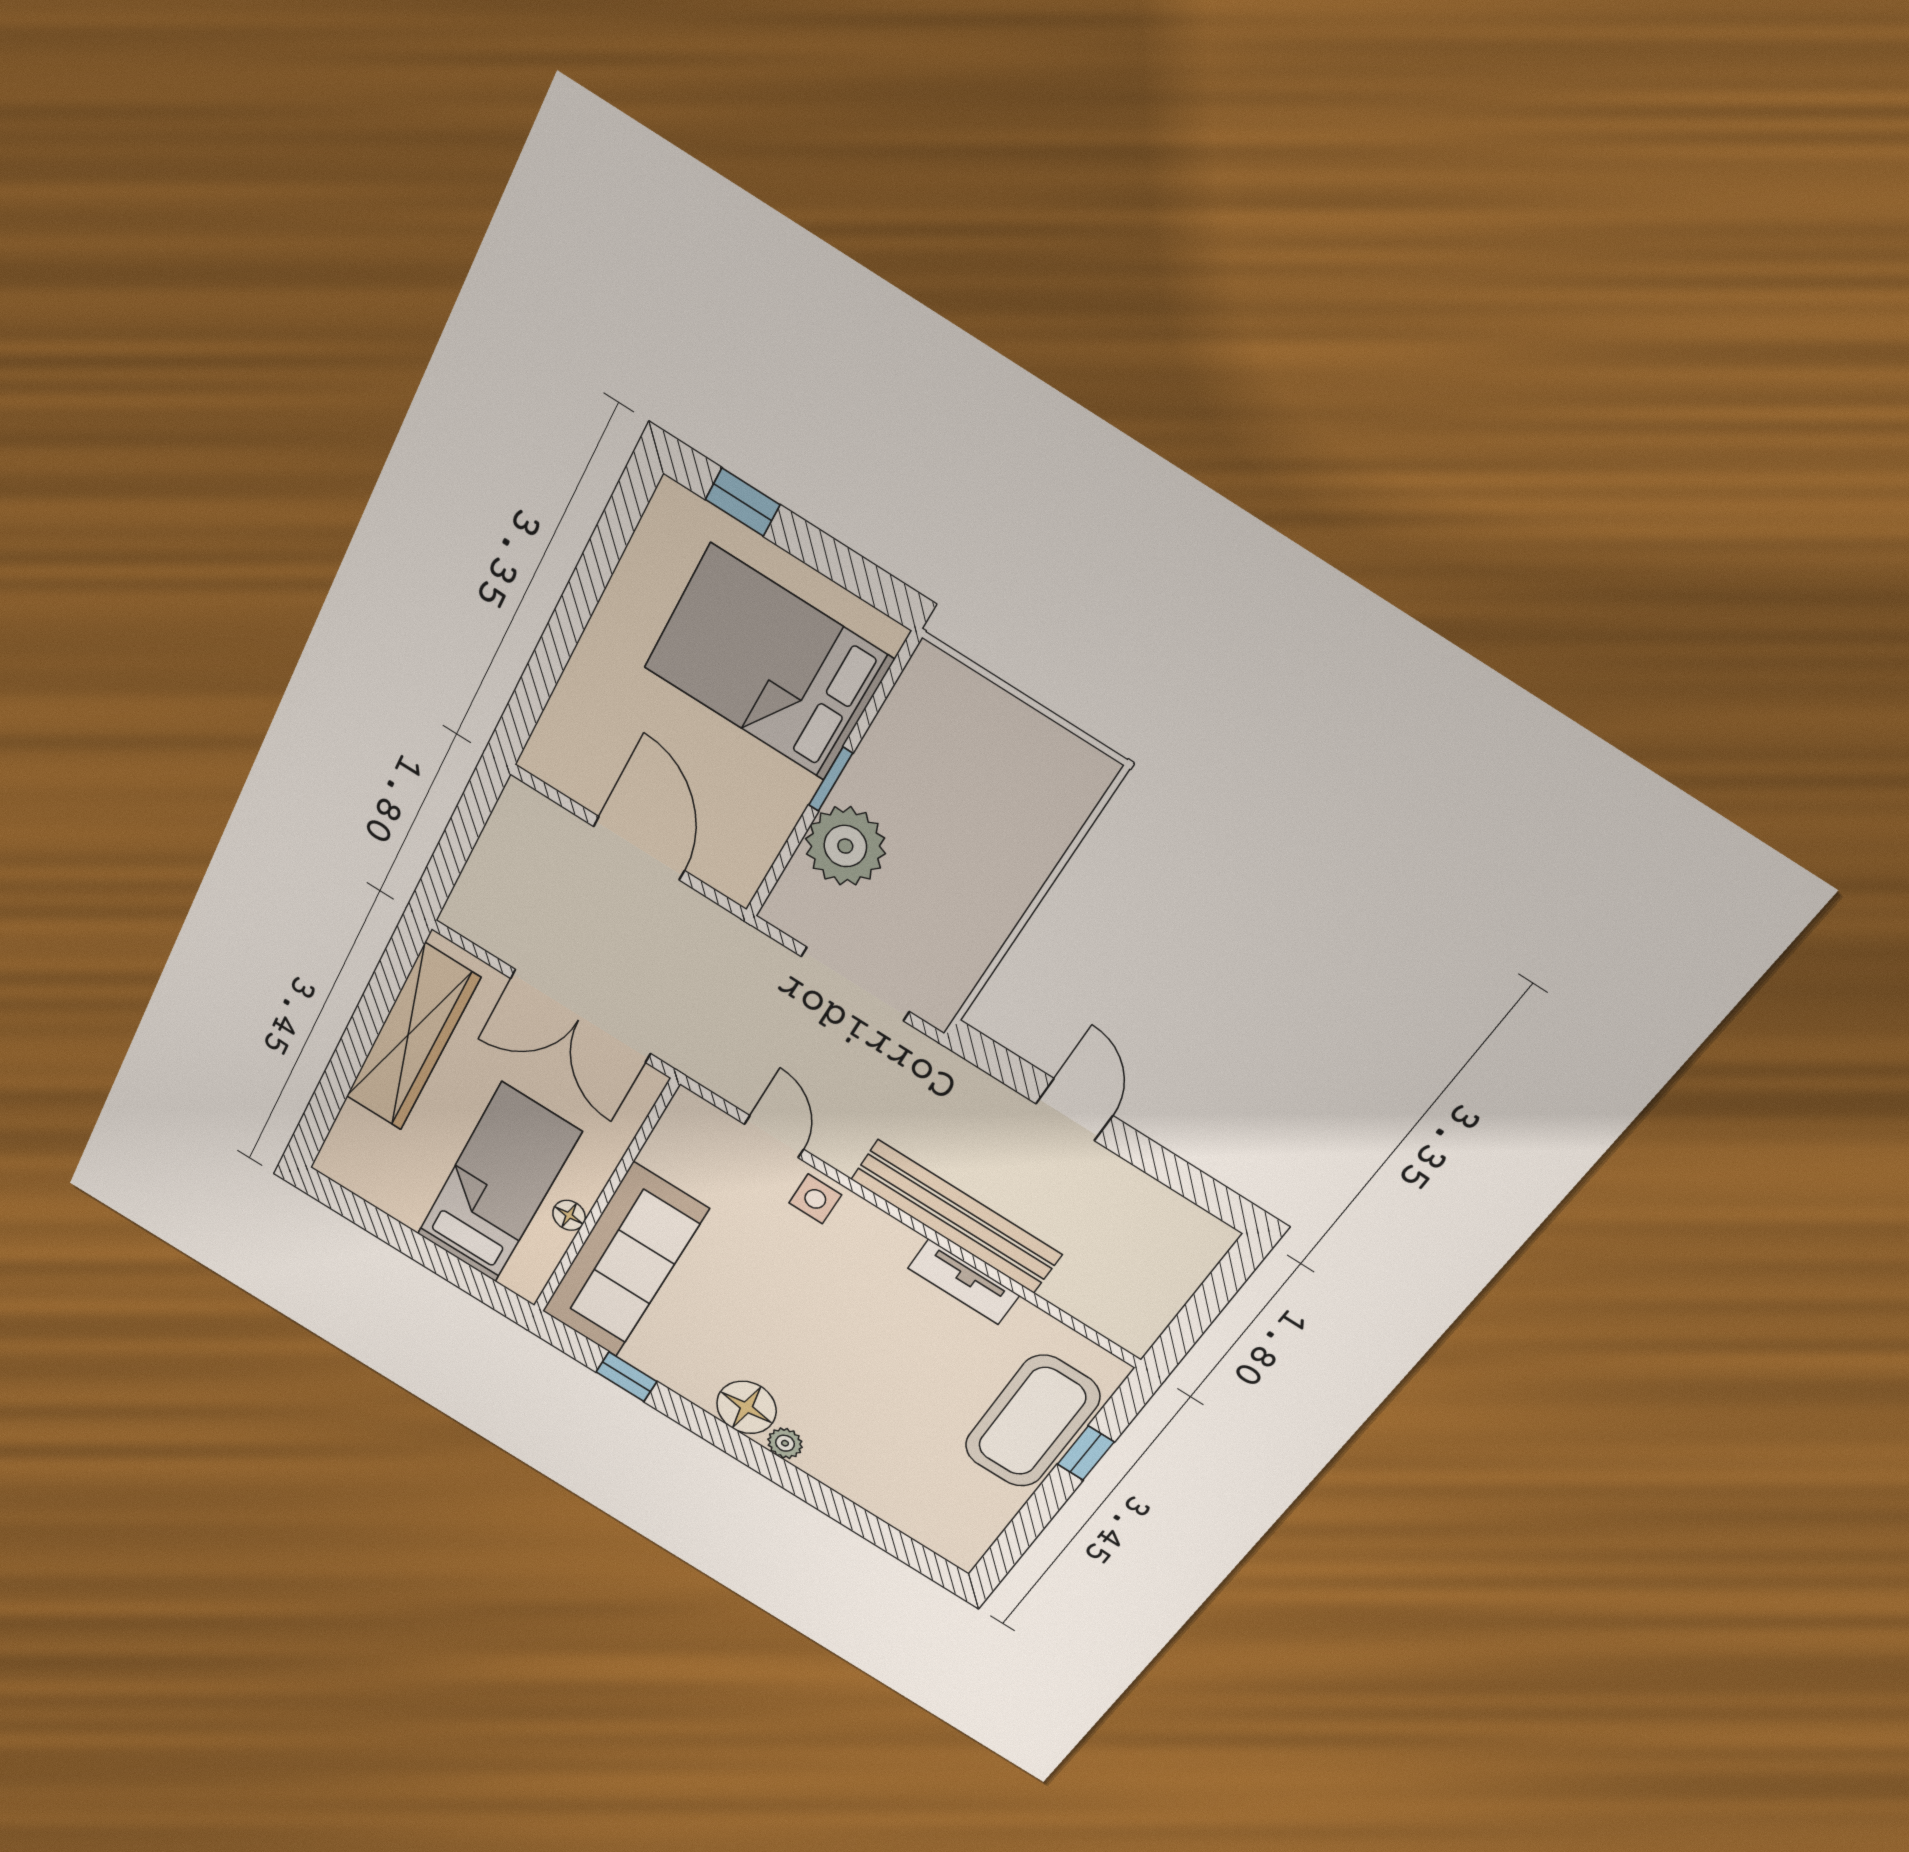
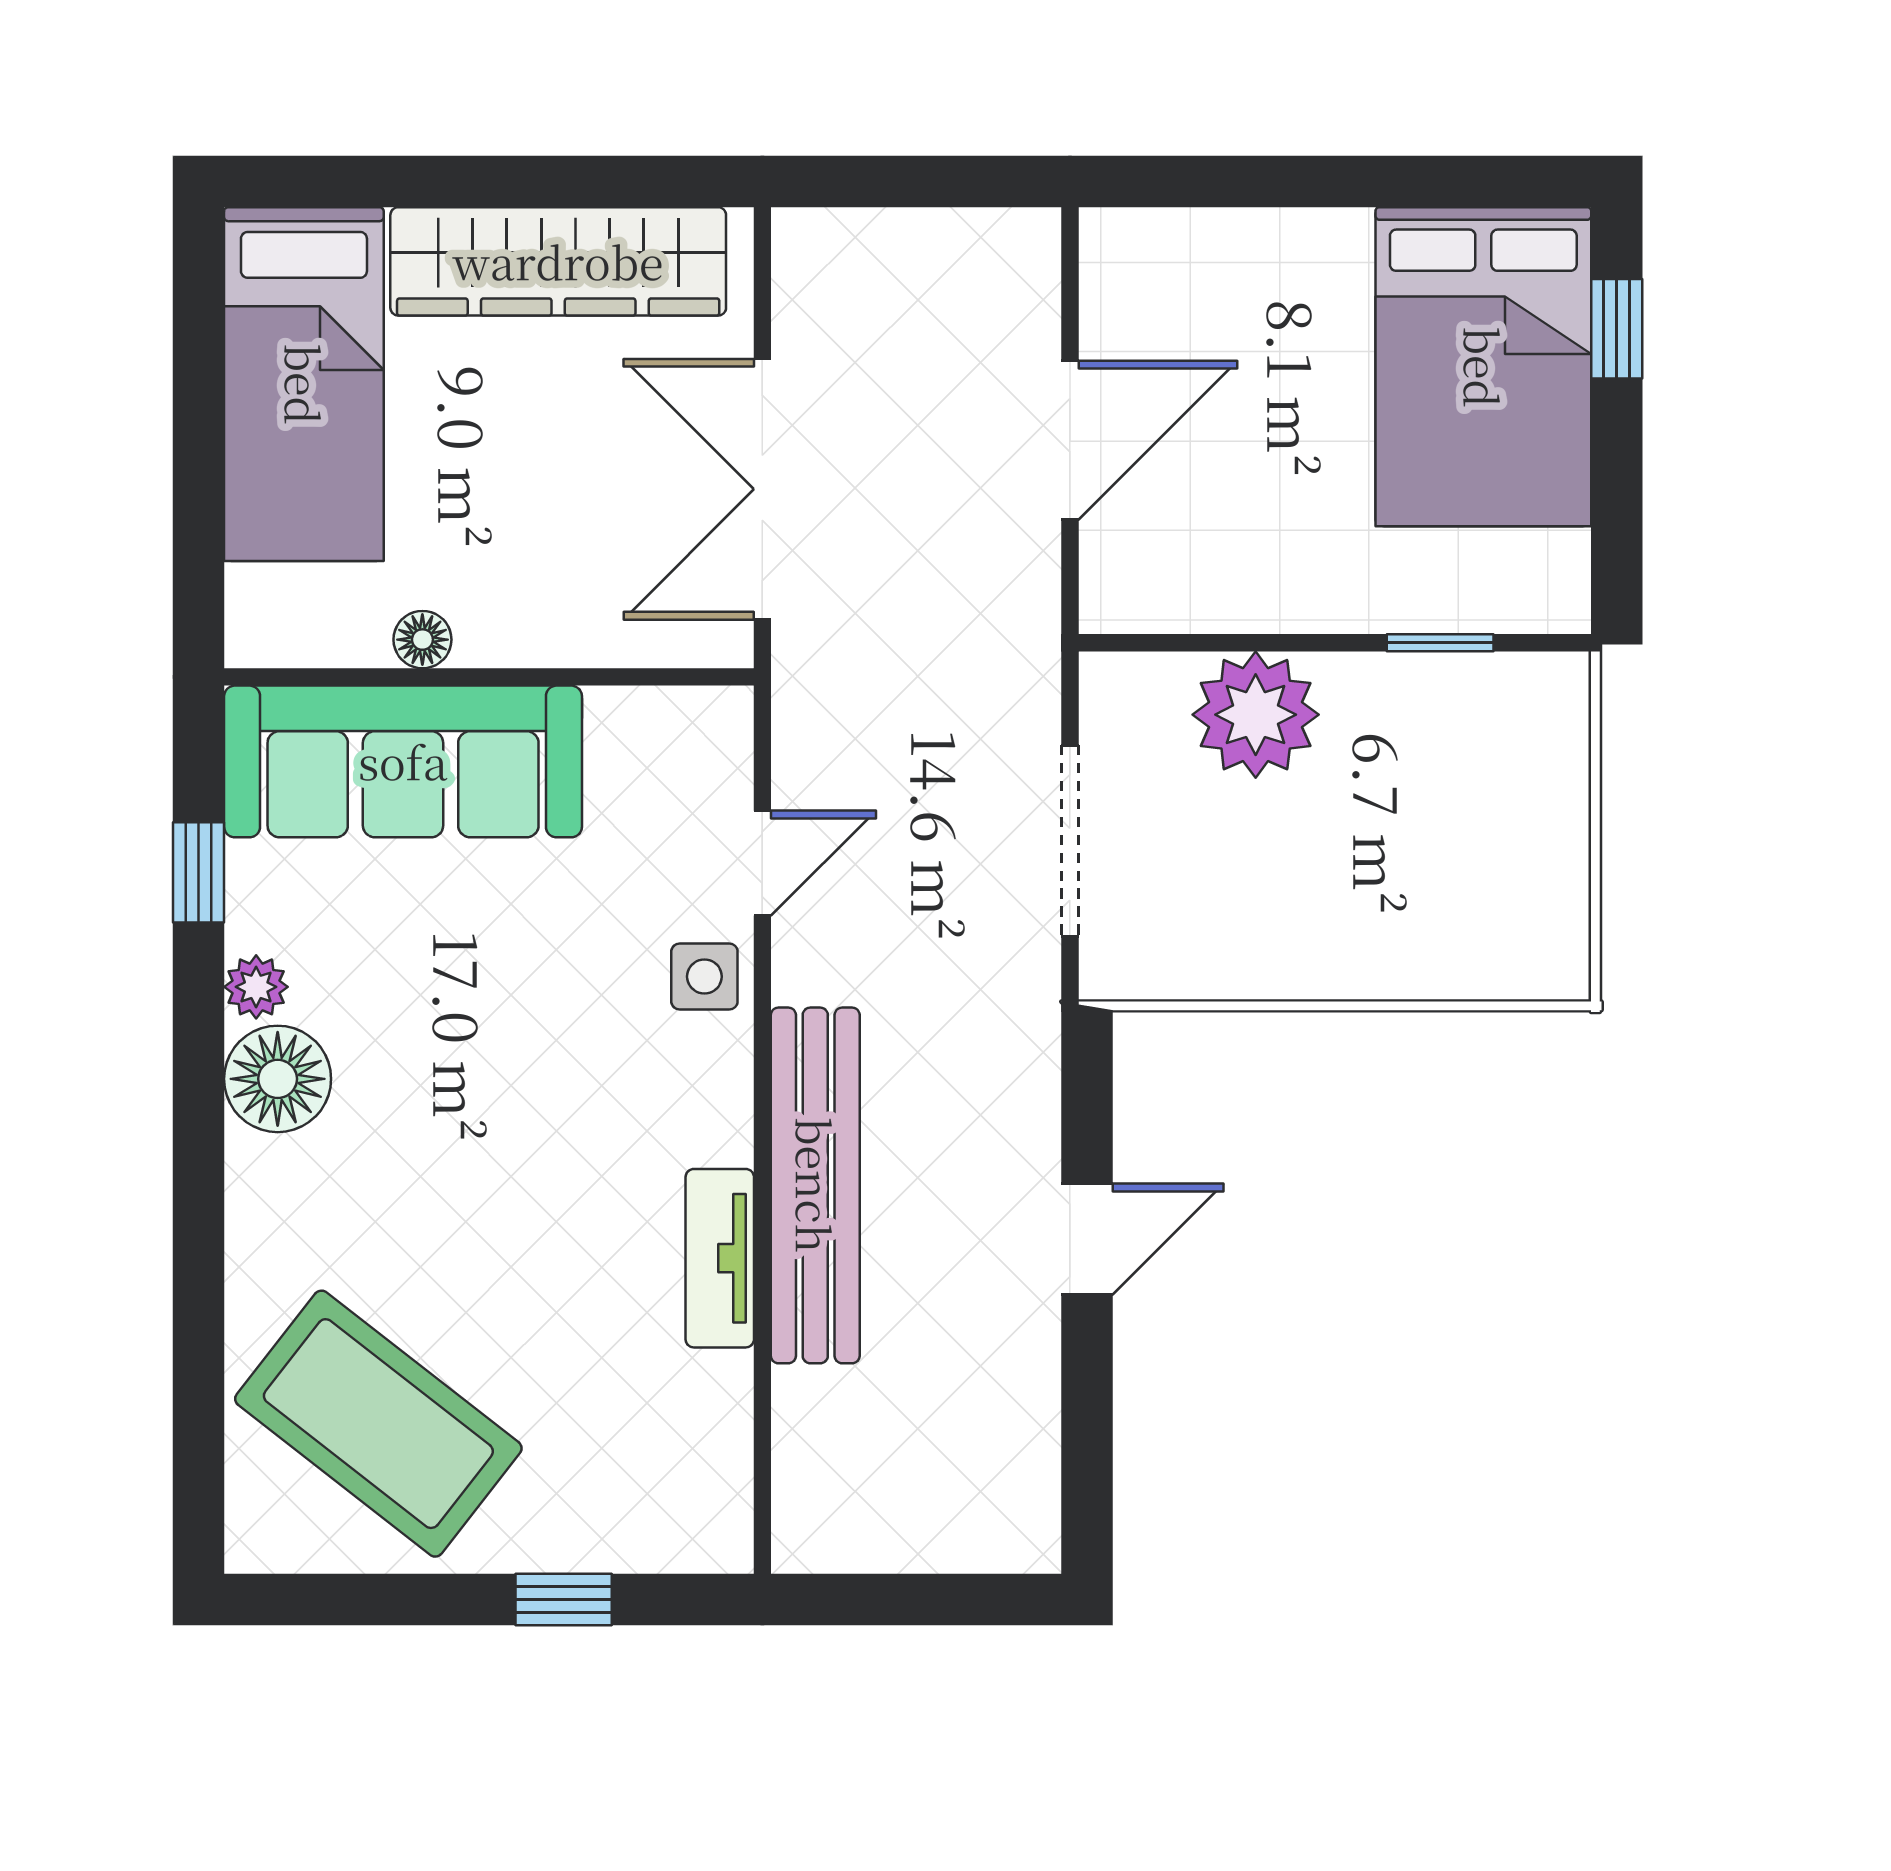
bed: (768, 663) -> (1483, 367), moved, turned 180
window: (831, 779) -> (1440, 643), moved
bed: (498, 1184) -> (304, 384), moved, turned 90
coffee table: (1032, 1421) -> (378, 1424), moved, turned 38
plant: (785, 1443) -> (256, 987), moved

